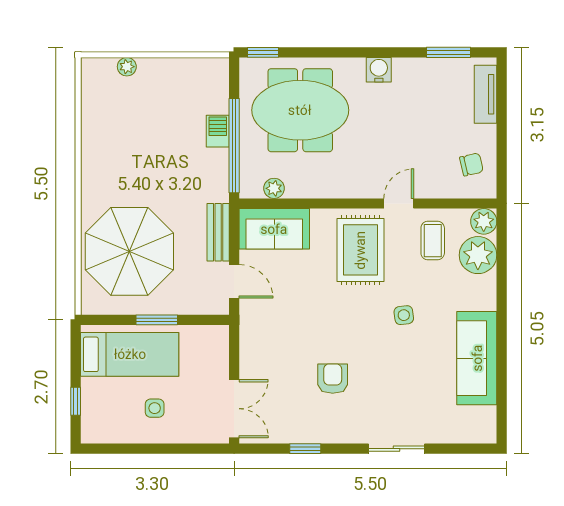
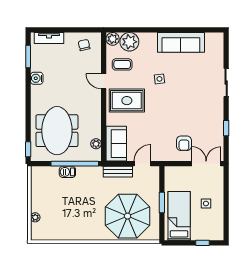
water cooler: (379, 70) -> (37, 78), moved
armchair: (333, 379) -> (184, 143), moved, turned -90

